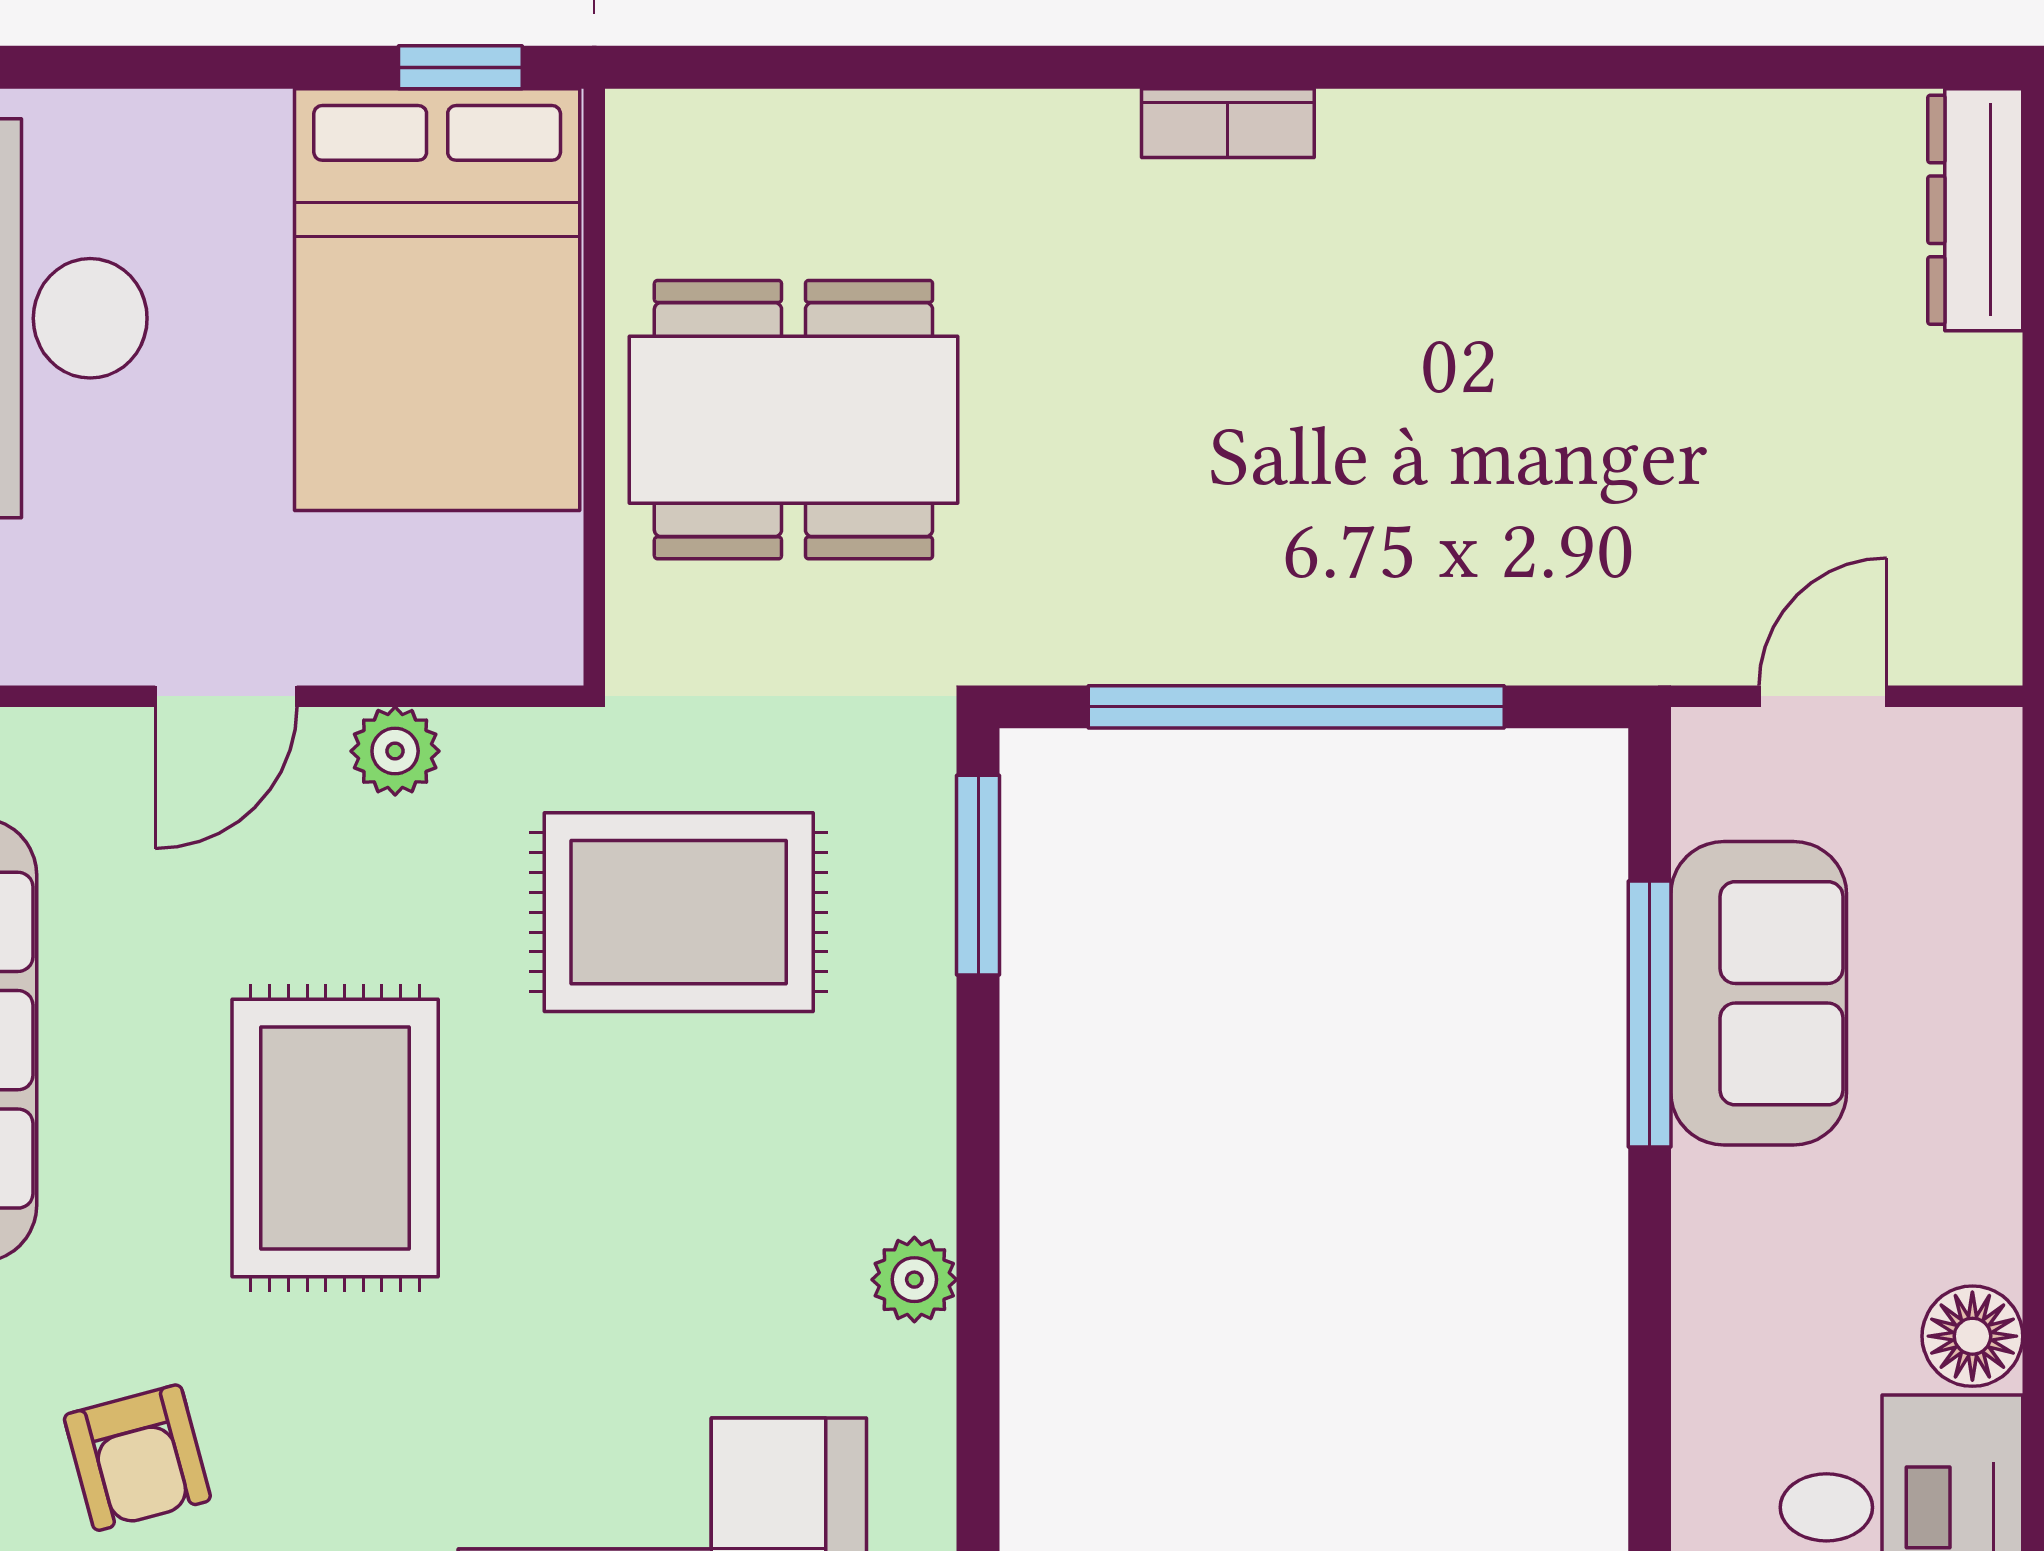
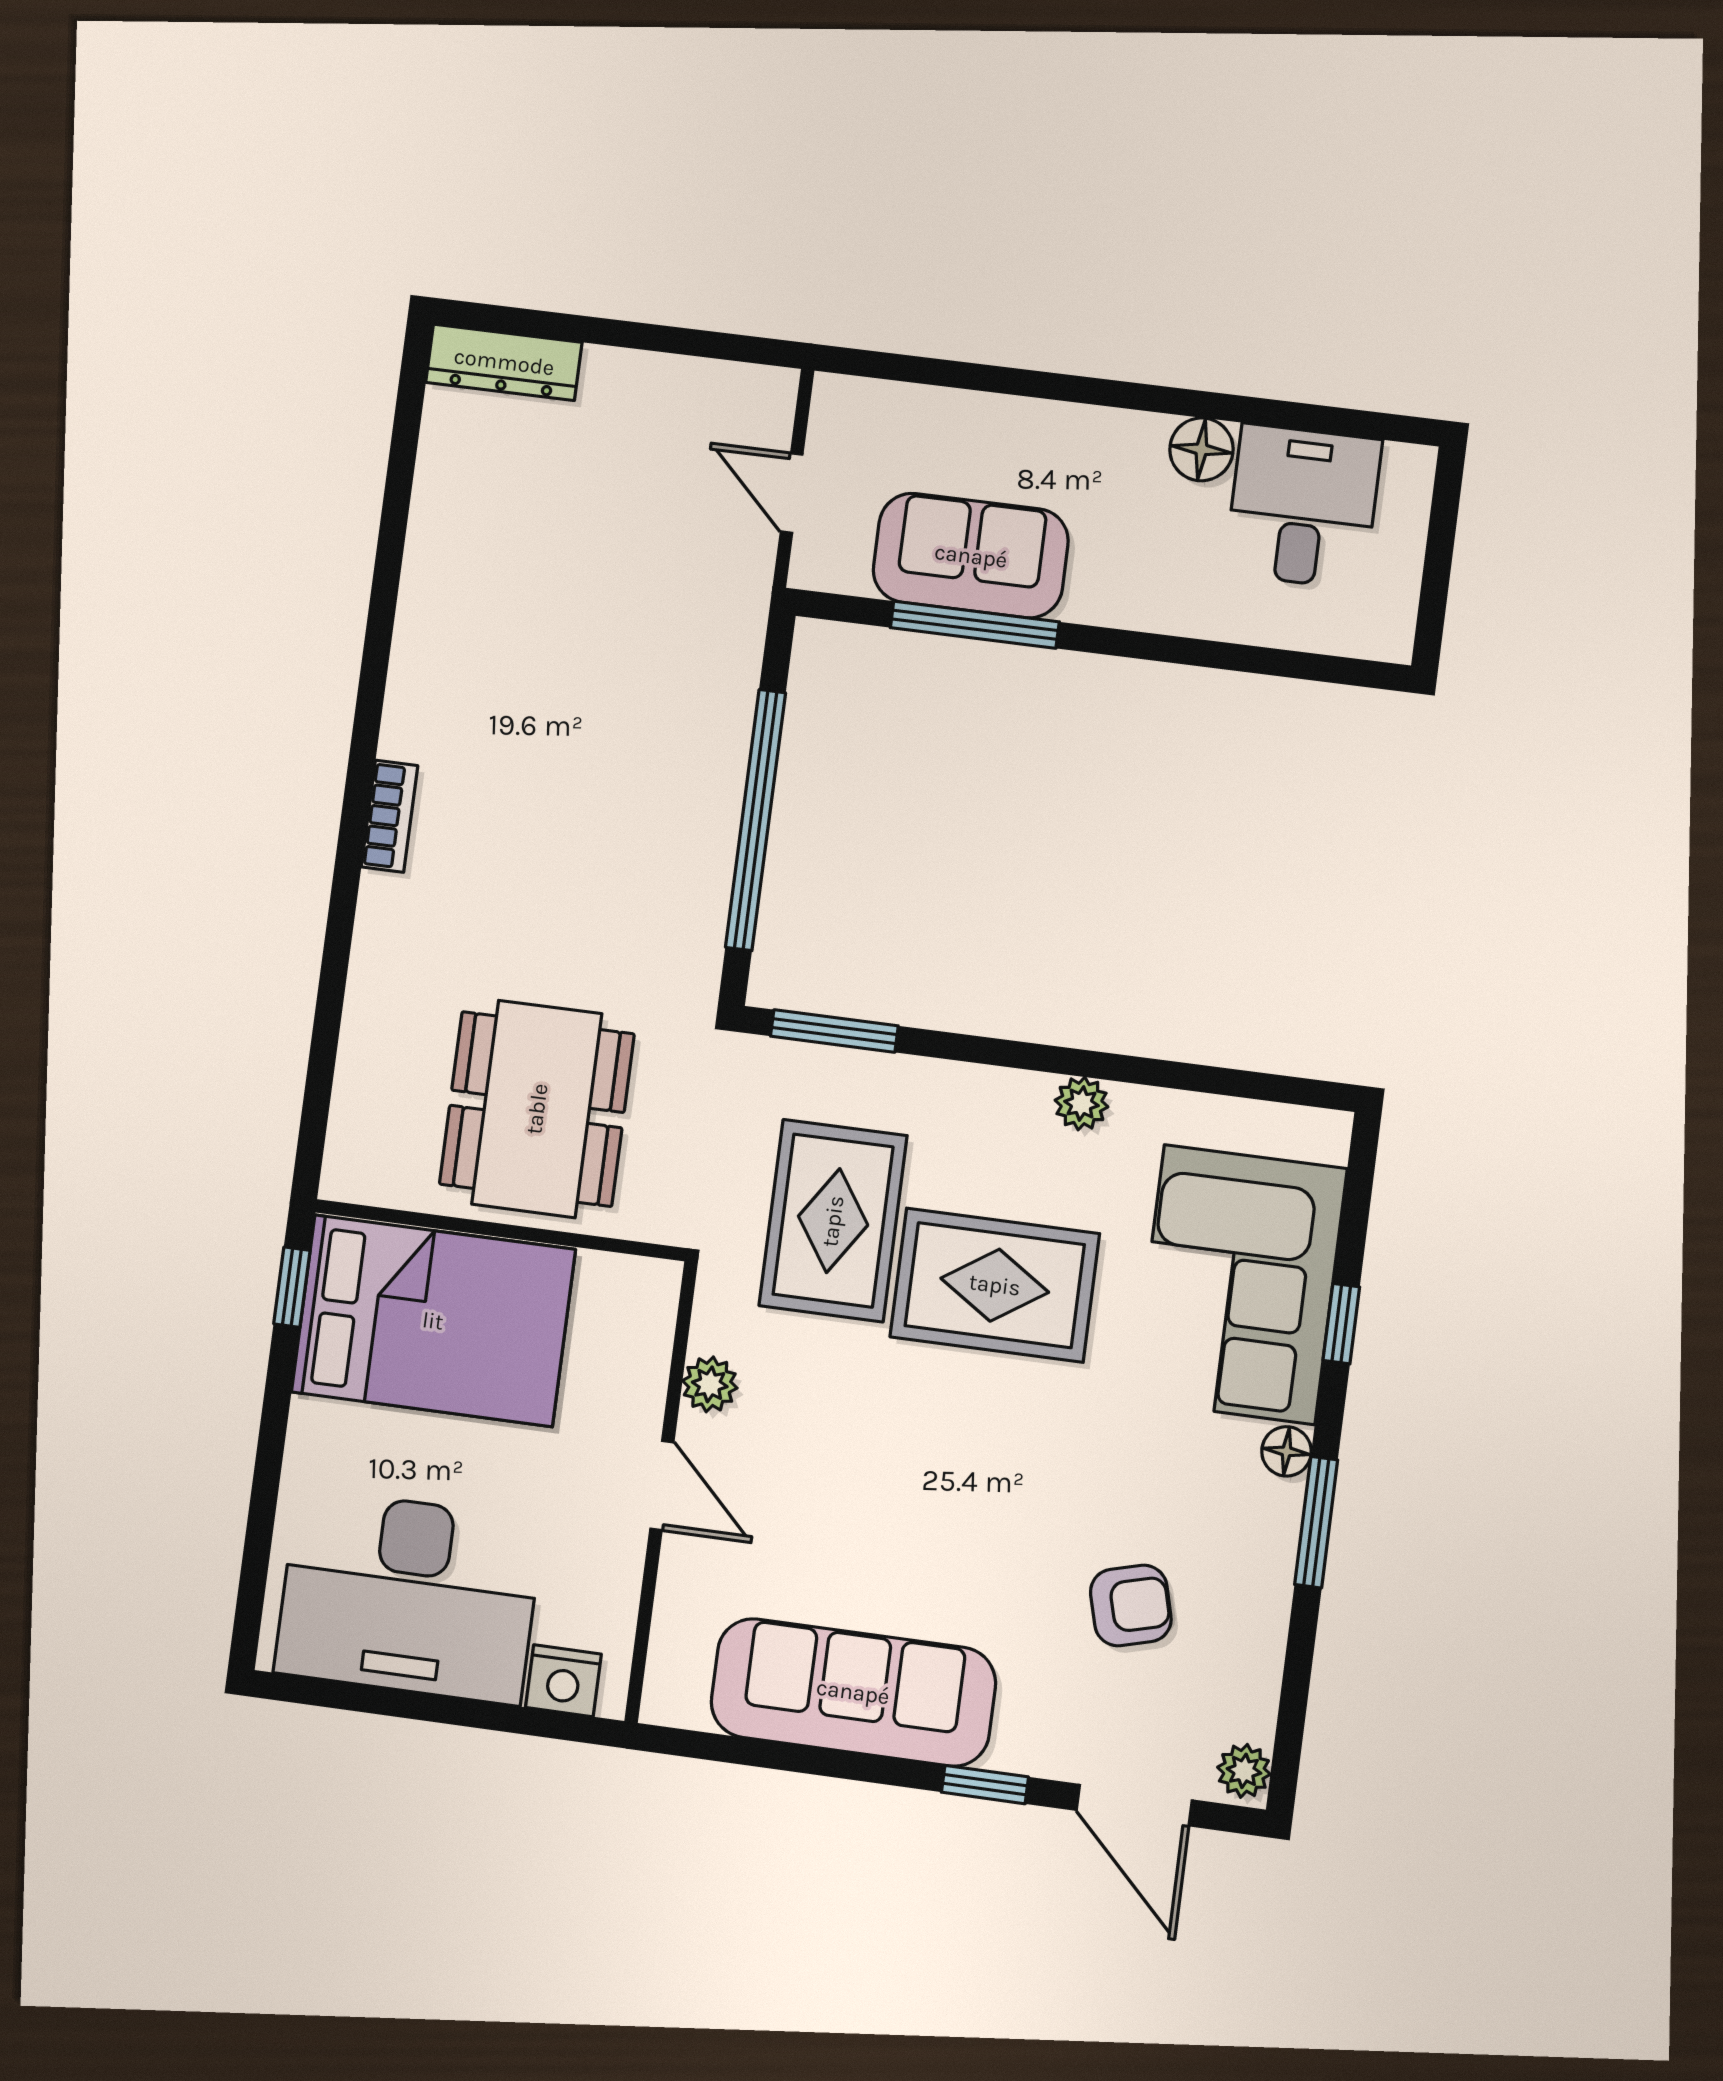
rug: (335, 1138) -> (995, 1285), moved

